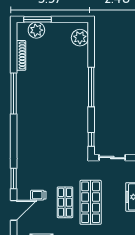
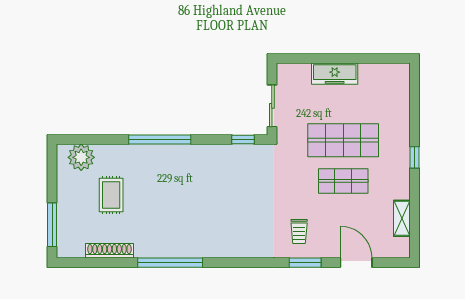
plant: (36, 30) -> (69, 226), removed
rug: (56, 56) -> (111, 195), added
trolley: (38, 195) -> (299, 232), moved

